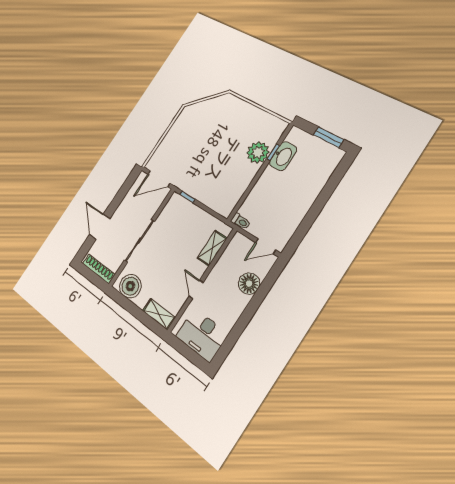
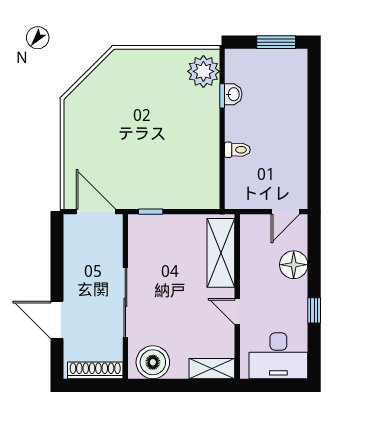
plant: (258, 152) -> (203, 71), moved
washbasin: (283, 156) -> (233, 94), width x0.52, depth x0.69
door: (159, 179) -> (96, 212), swing flipped
toilet: (241, 221) -> (237, 150), moved
shelving: (212, 248) -> (221, 253), width x1.50, depth x1.33
window: (243, 322) -> (314, 310), added

